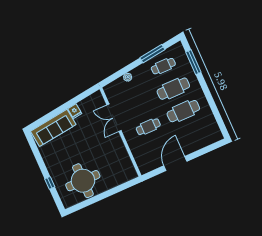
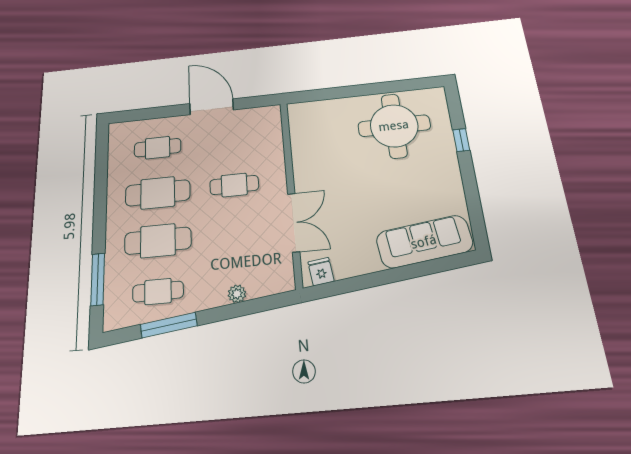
fridge: (75, 111) -> (321, 272), moved
cafe table: (193, 134) -> (158, 148), added
door: (175, 163) -> (212, 107), swing flipped

